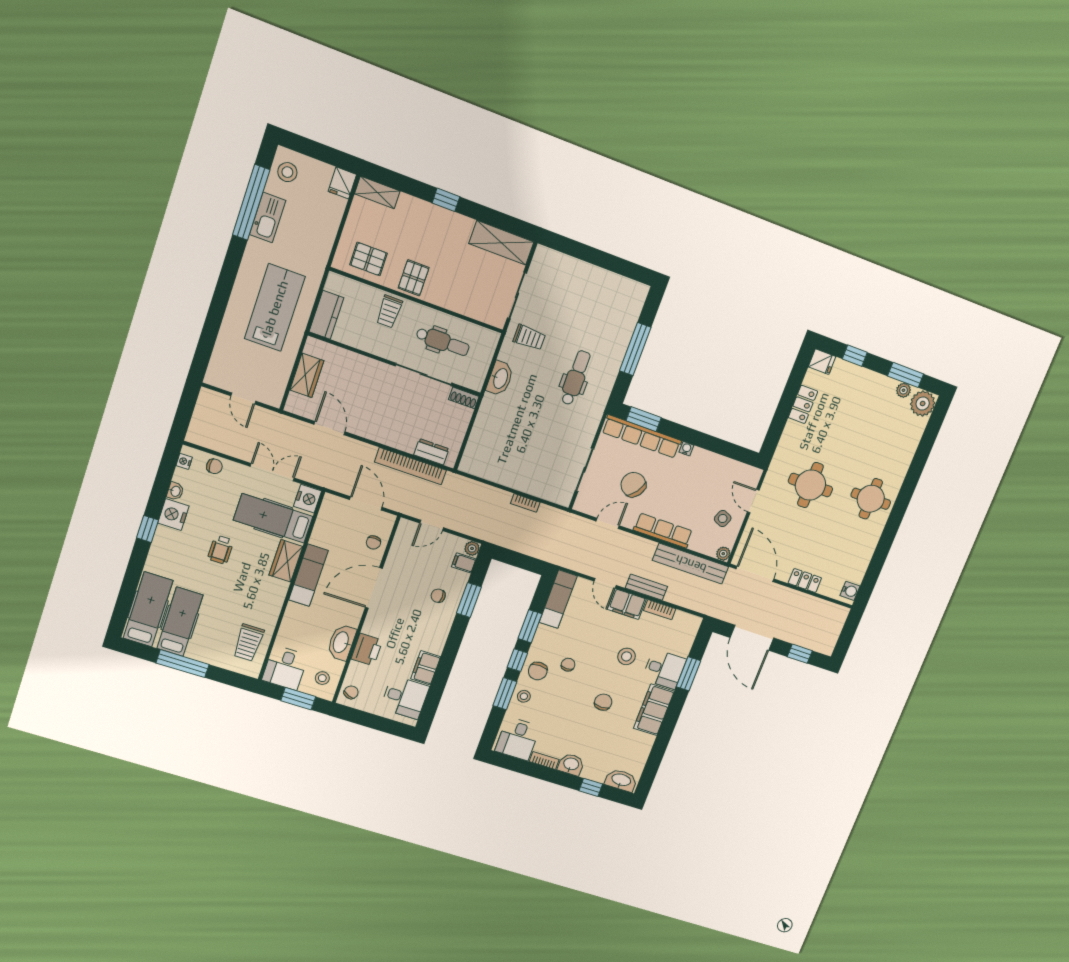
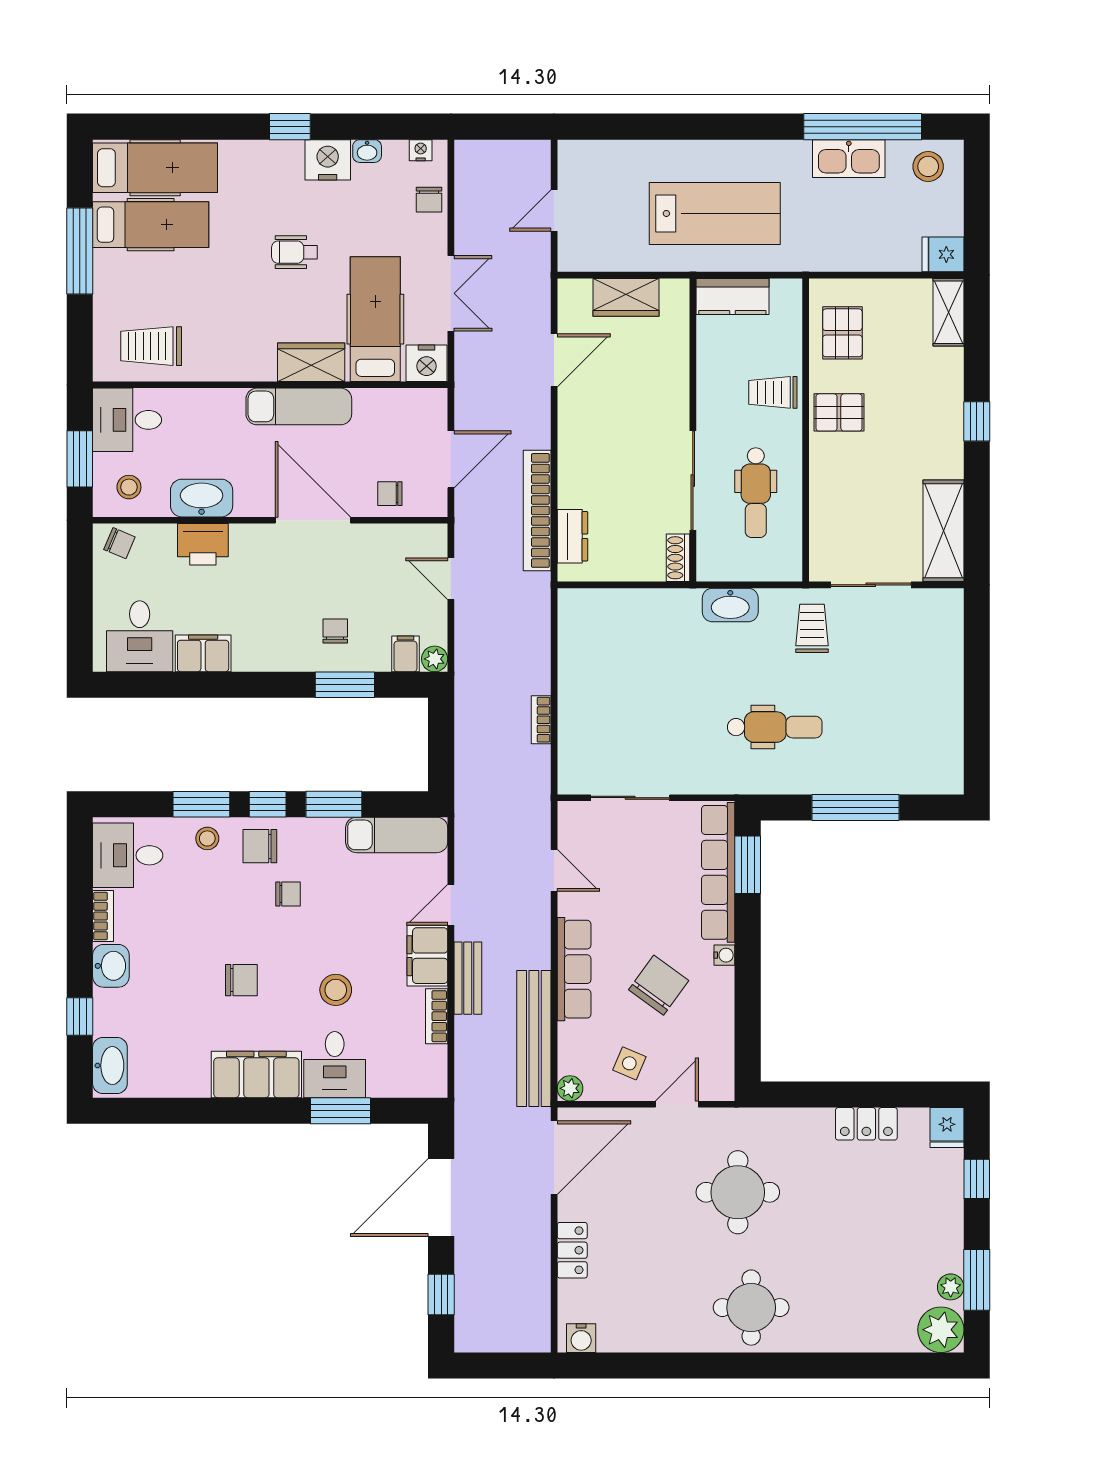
trolley: (529, 337) -> (812, 628), turned 180
chair: (633, 485) -> (659, 985), moved

